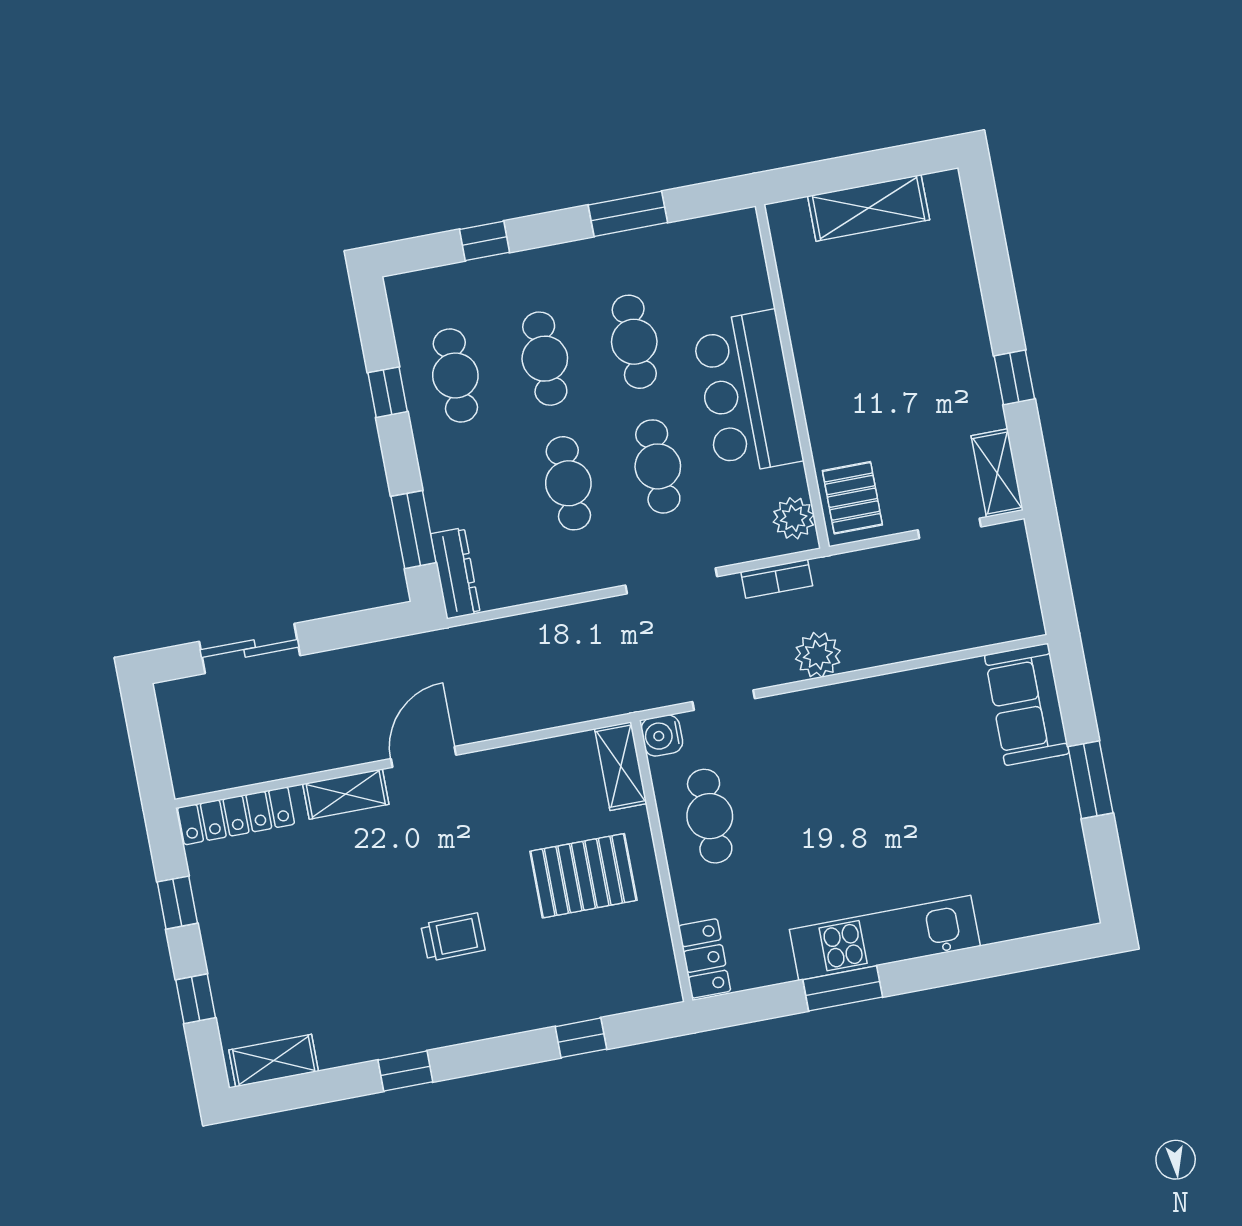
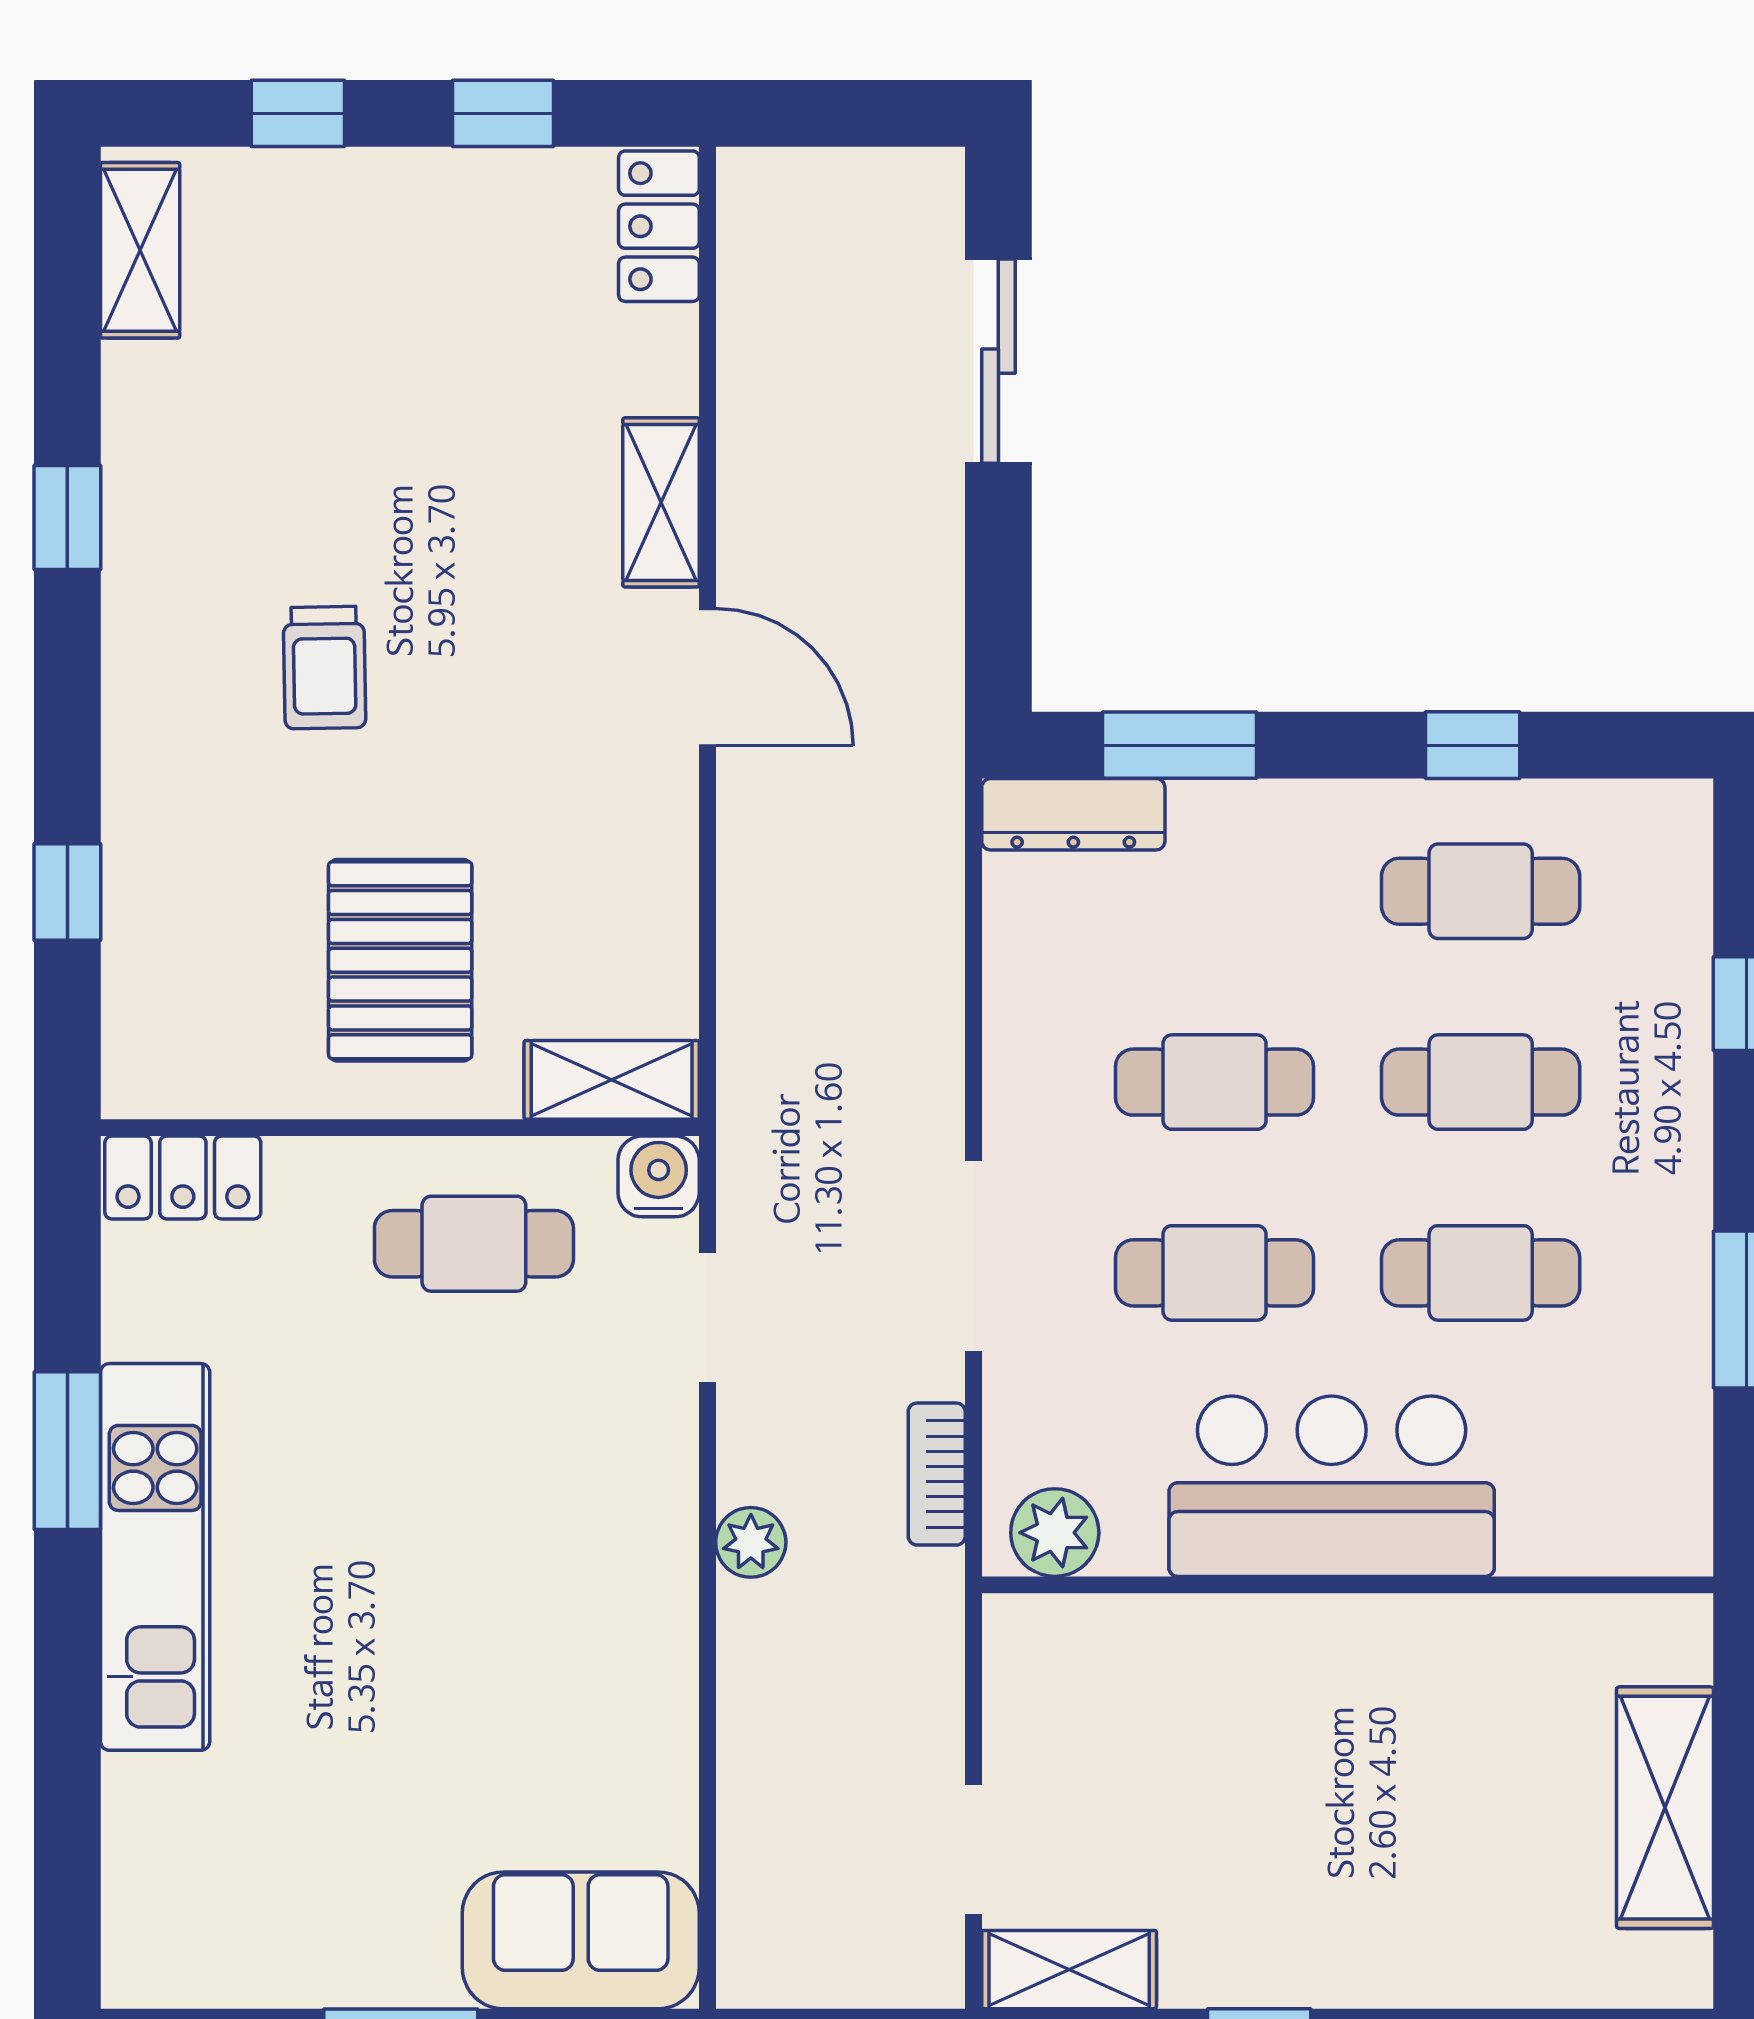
pallet: (852, 498) -> (1074, 1662), removed
plant: (818, 655) -> (751, 1542), width x0.73, depth x0.73
locker: (236, 816) -> (659, 226), width x0.66

